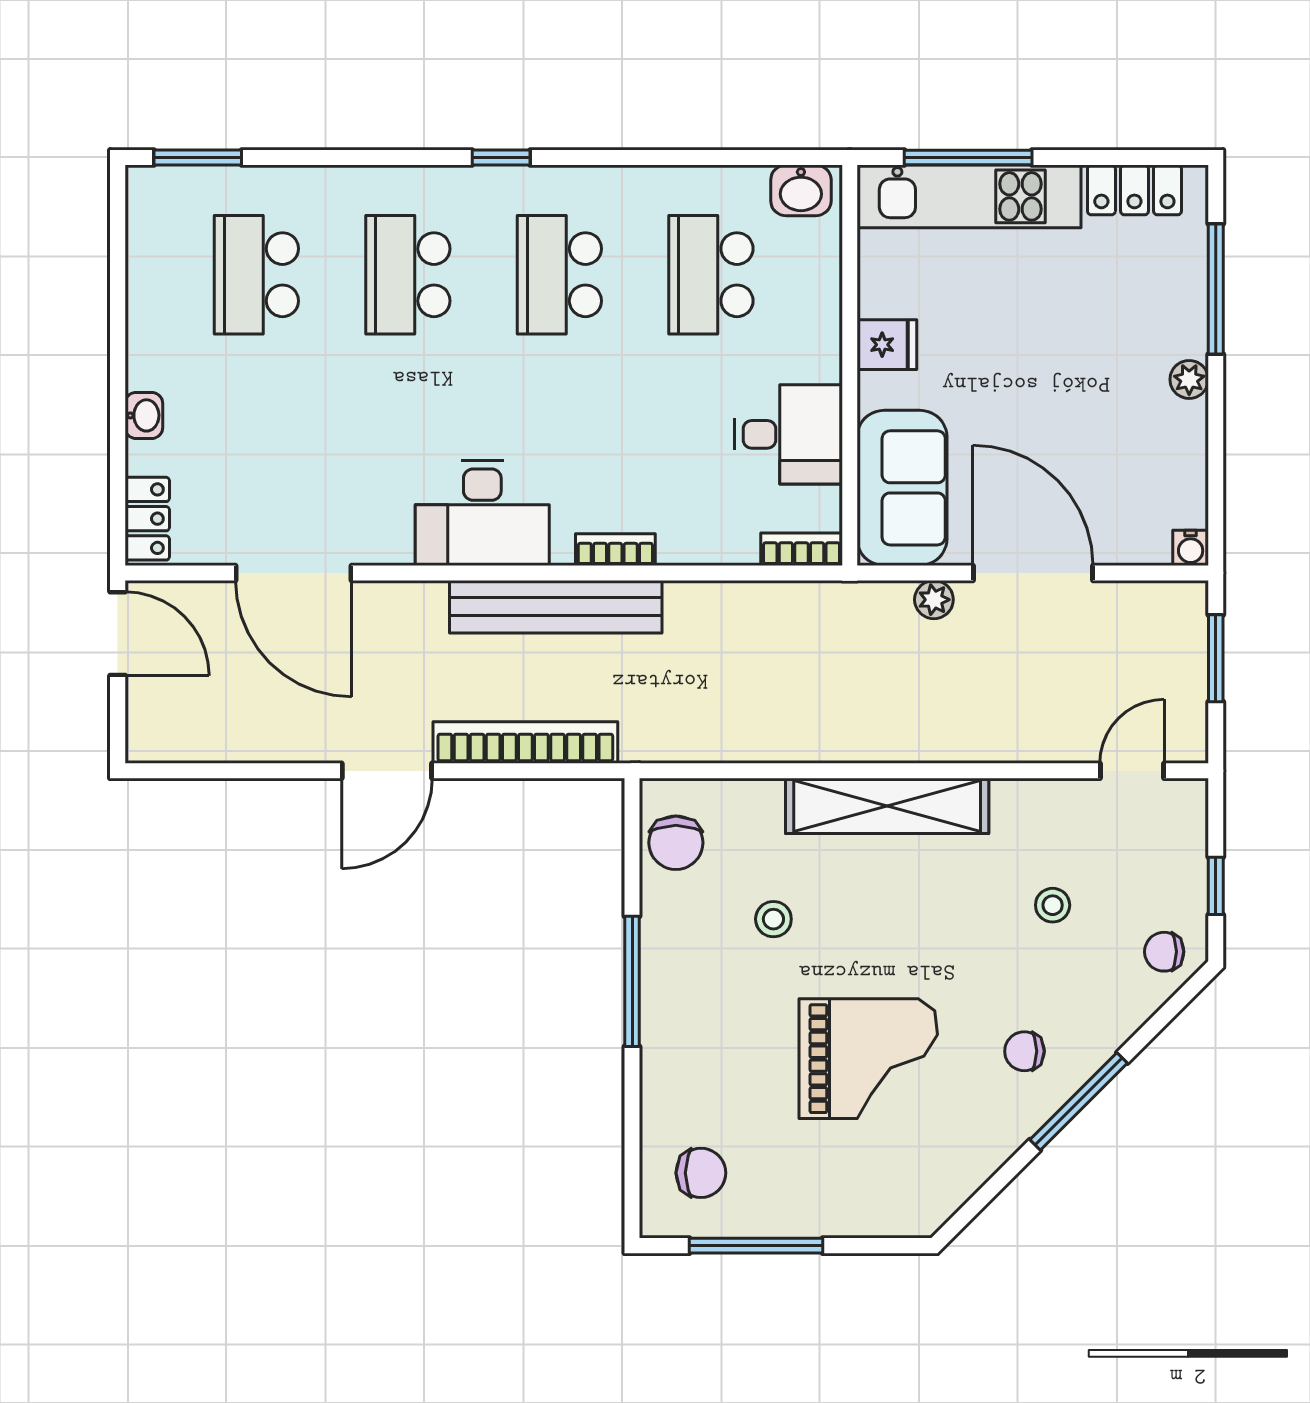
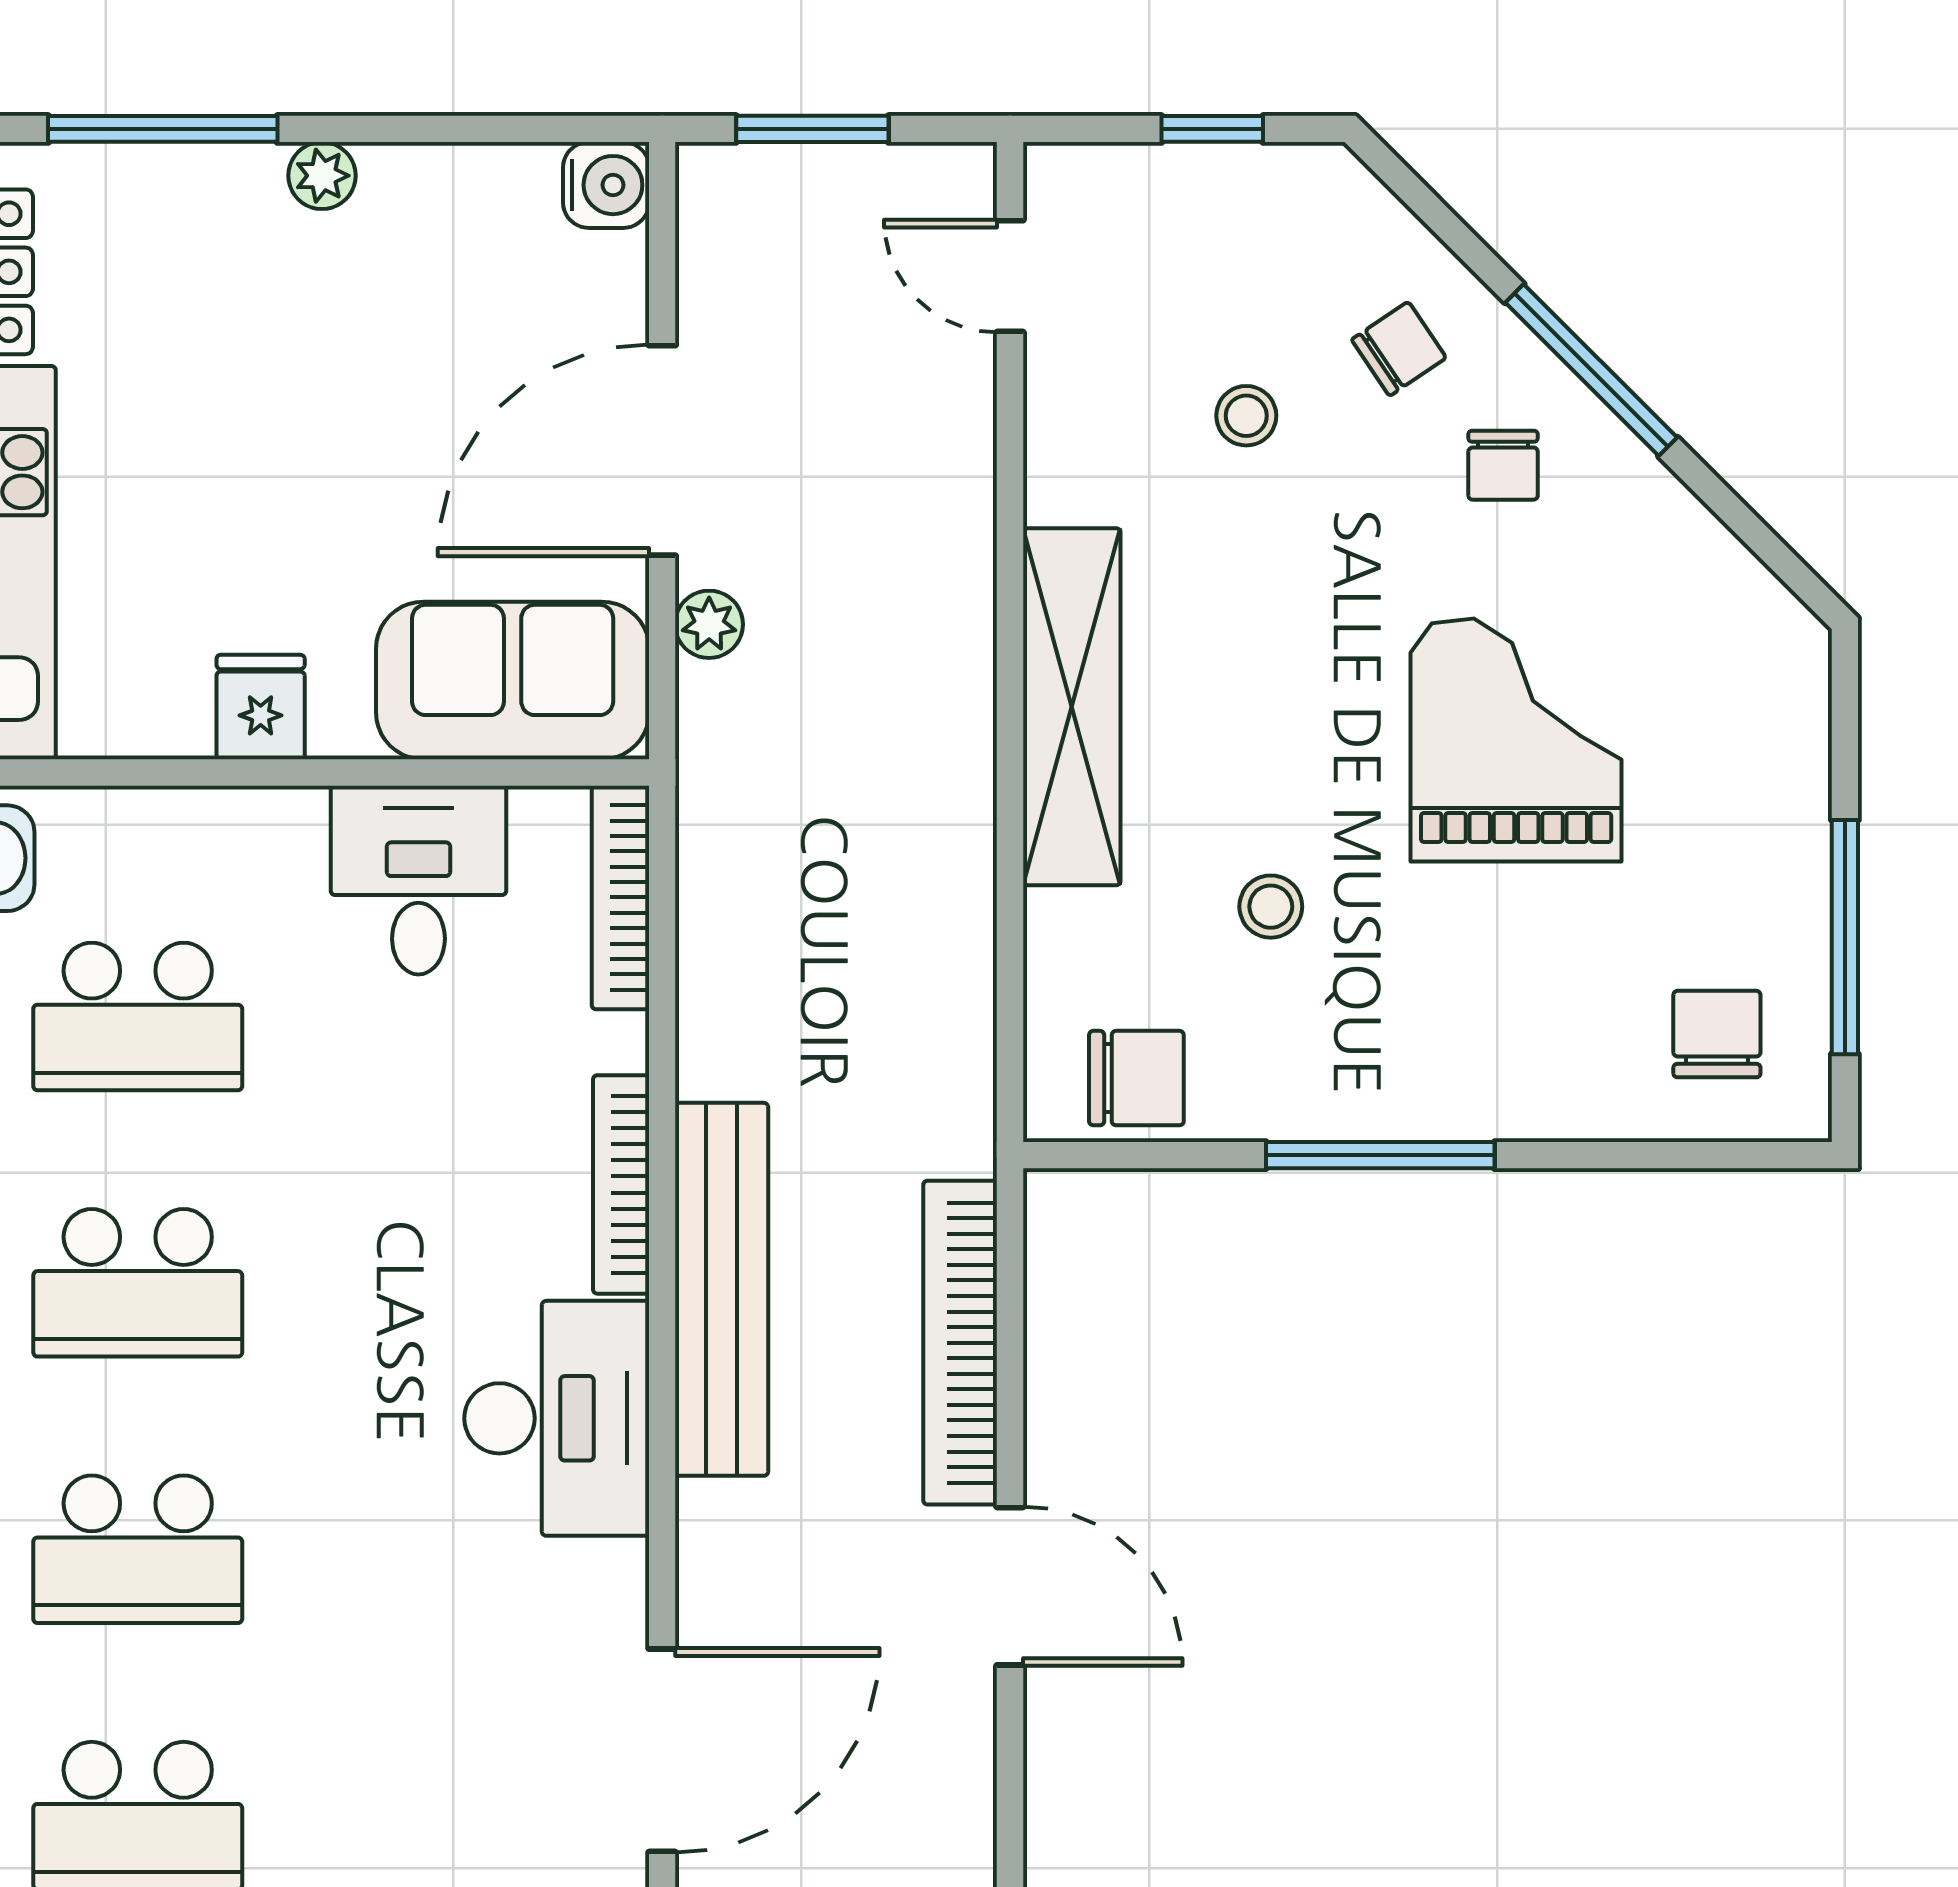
water cooler: (1191, 548) -> (606, 185), width x1.38, depth x1.38
bookcase: (802, 549) -> (620, 897), width x1.56
bookcase: (615, 550) -> (621, 1184), width x1.56
chair: (1164, 952) -> (1399, 349), moved, turned -124

